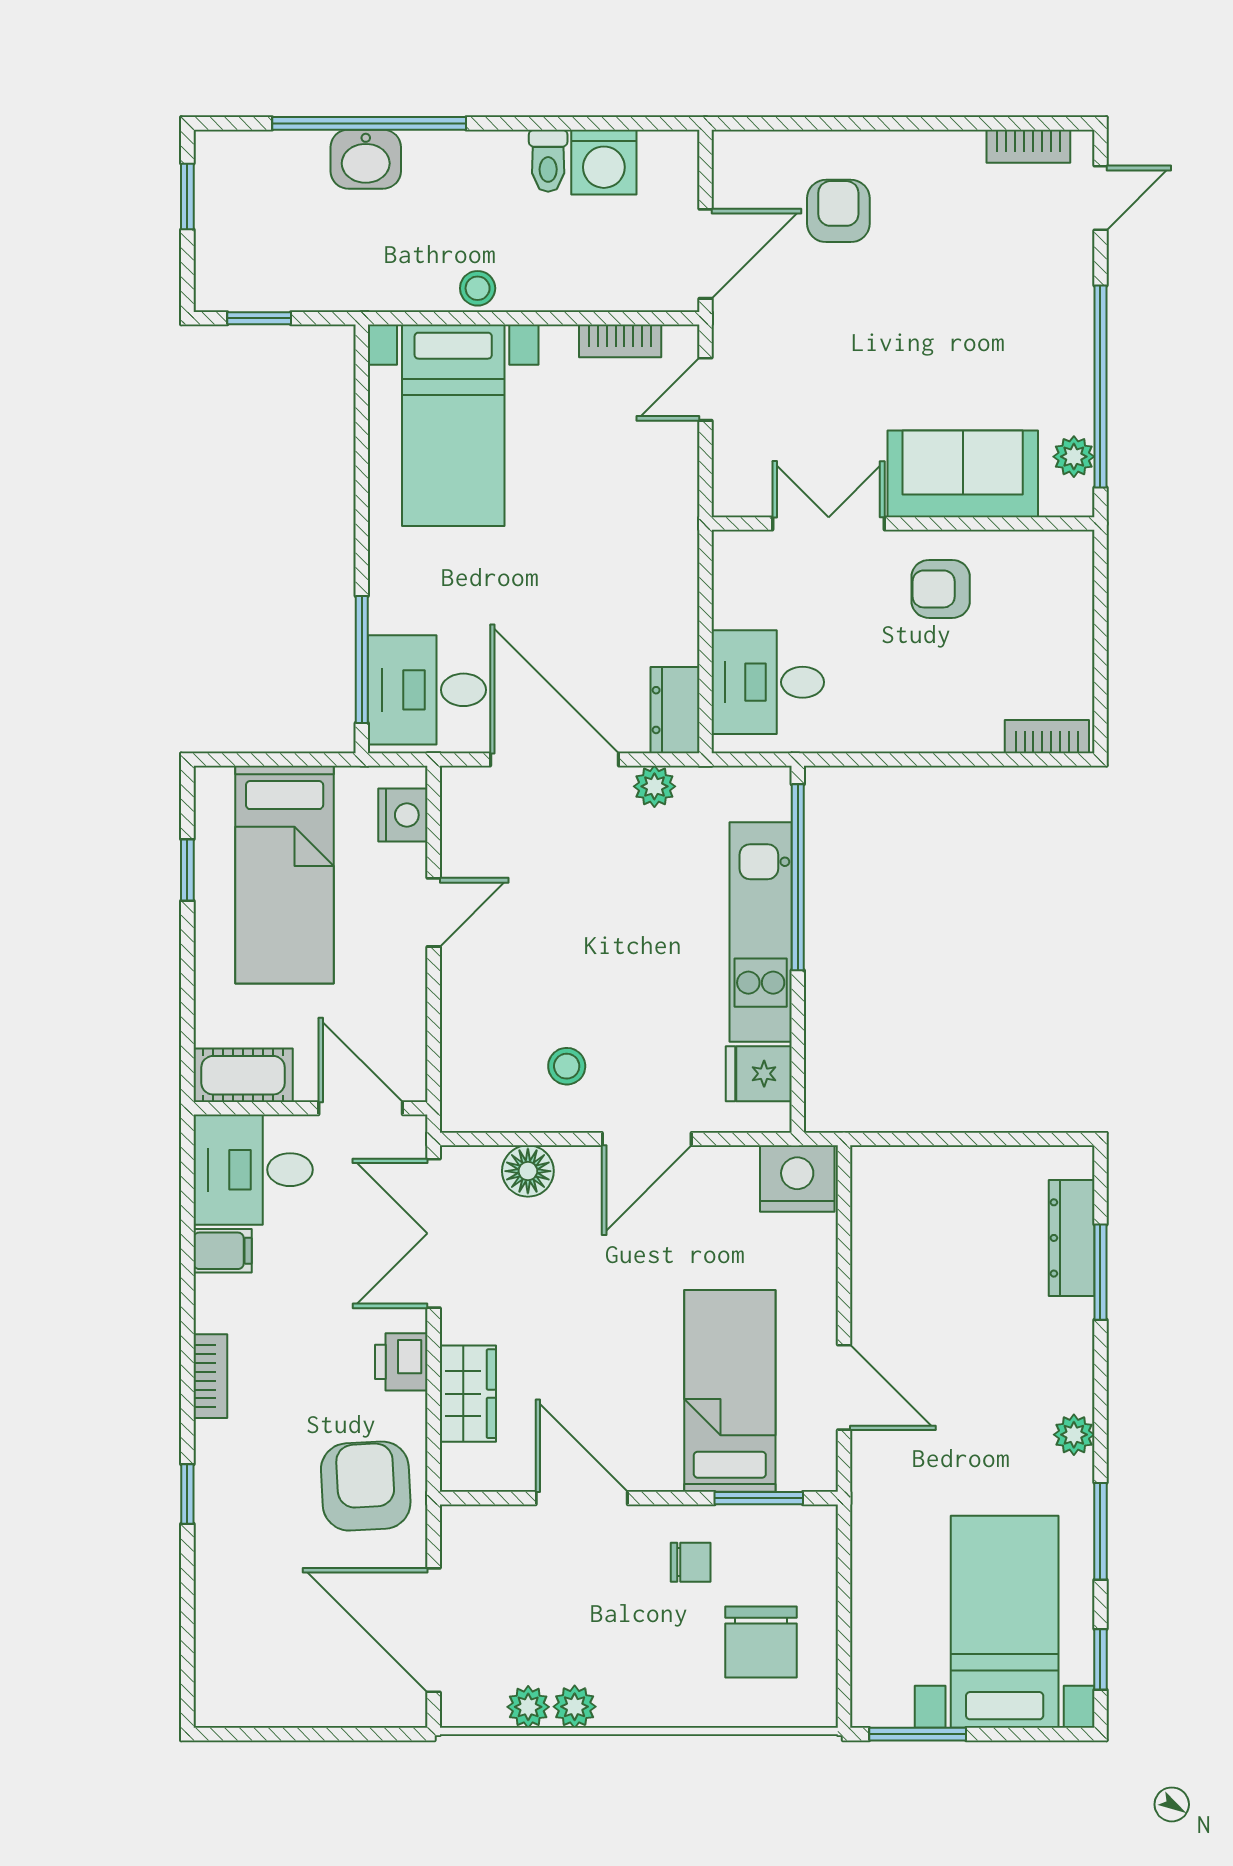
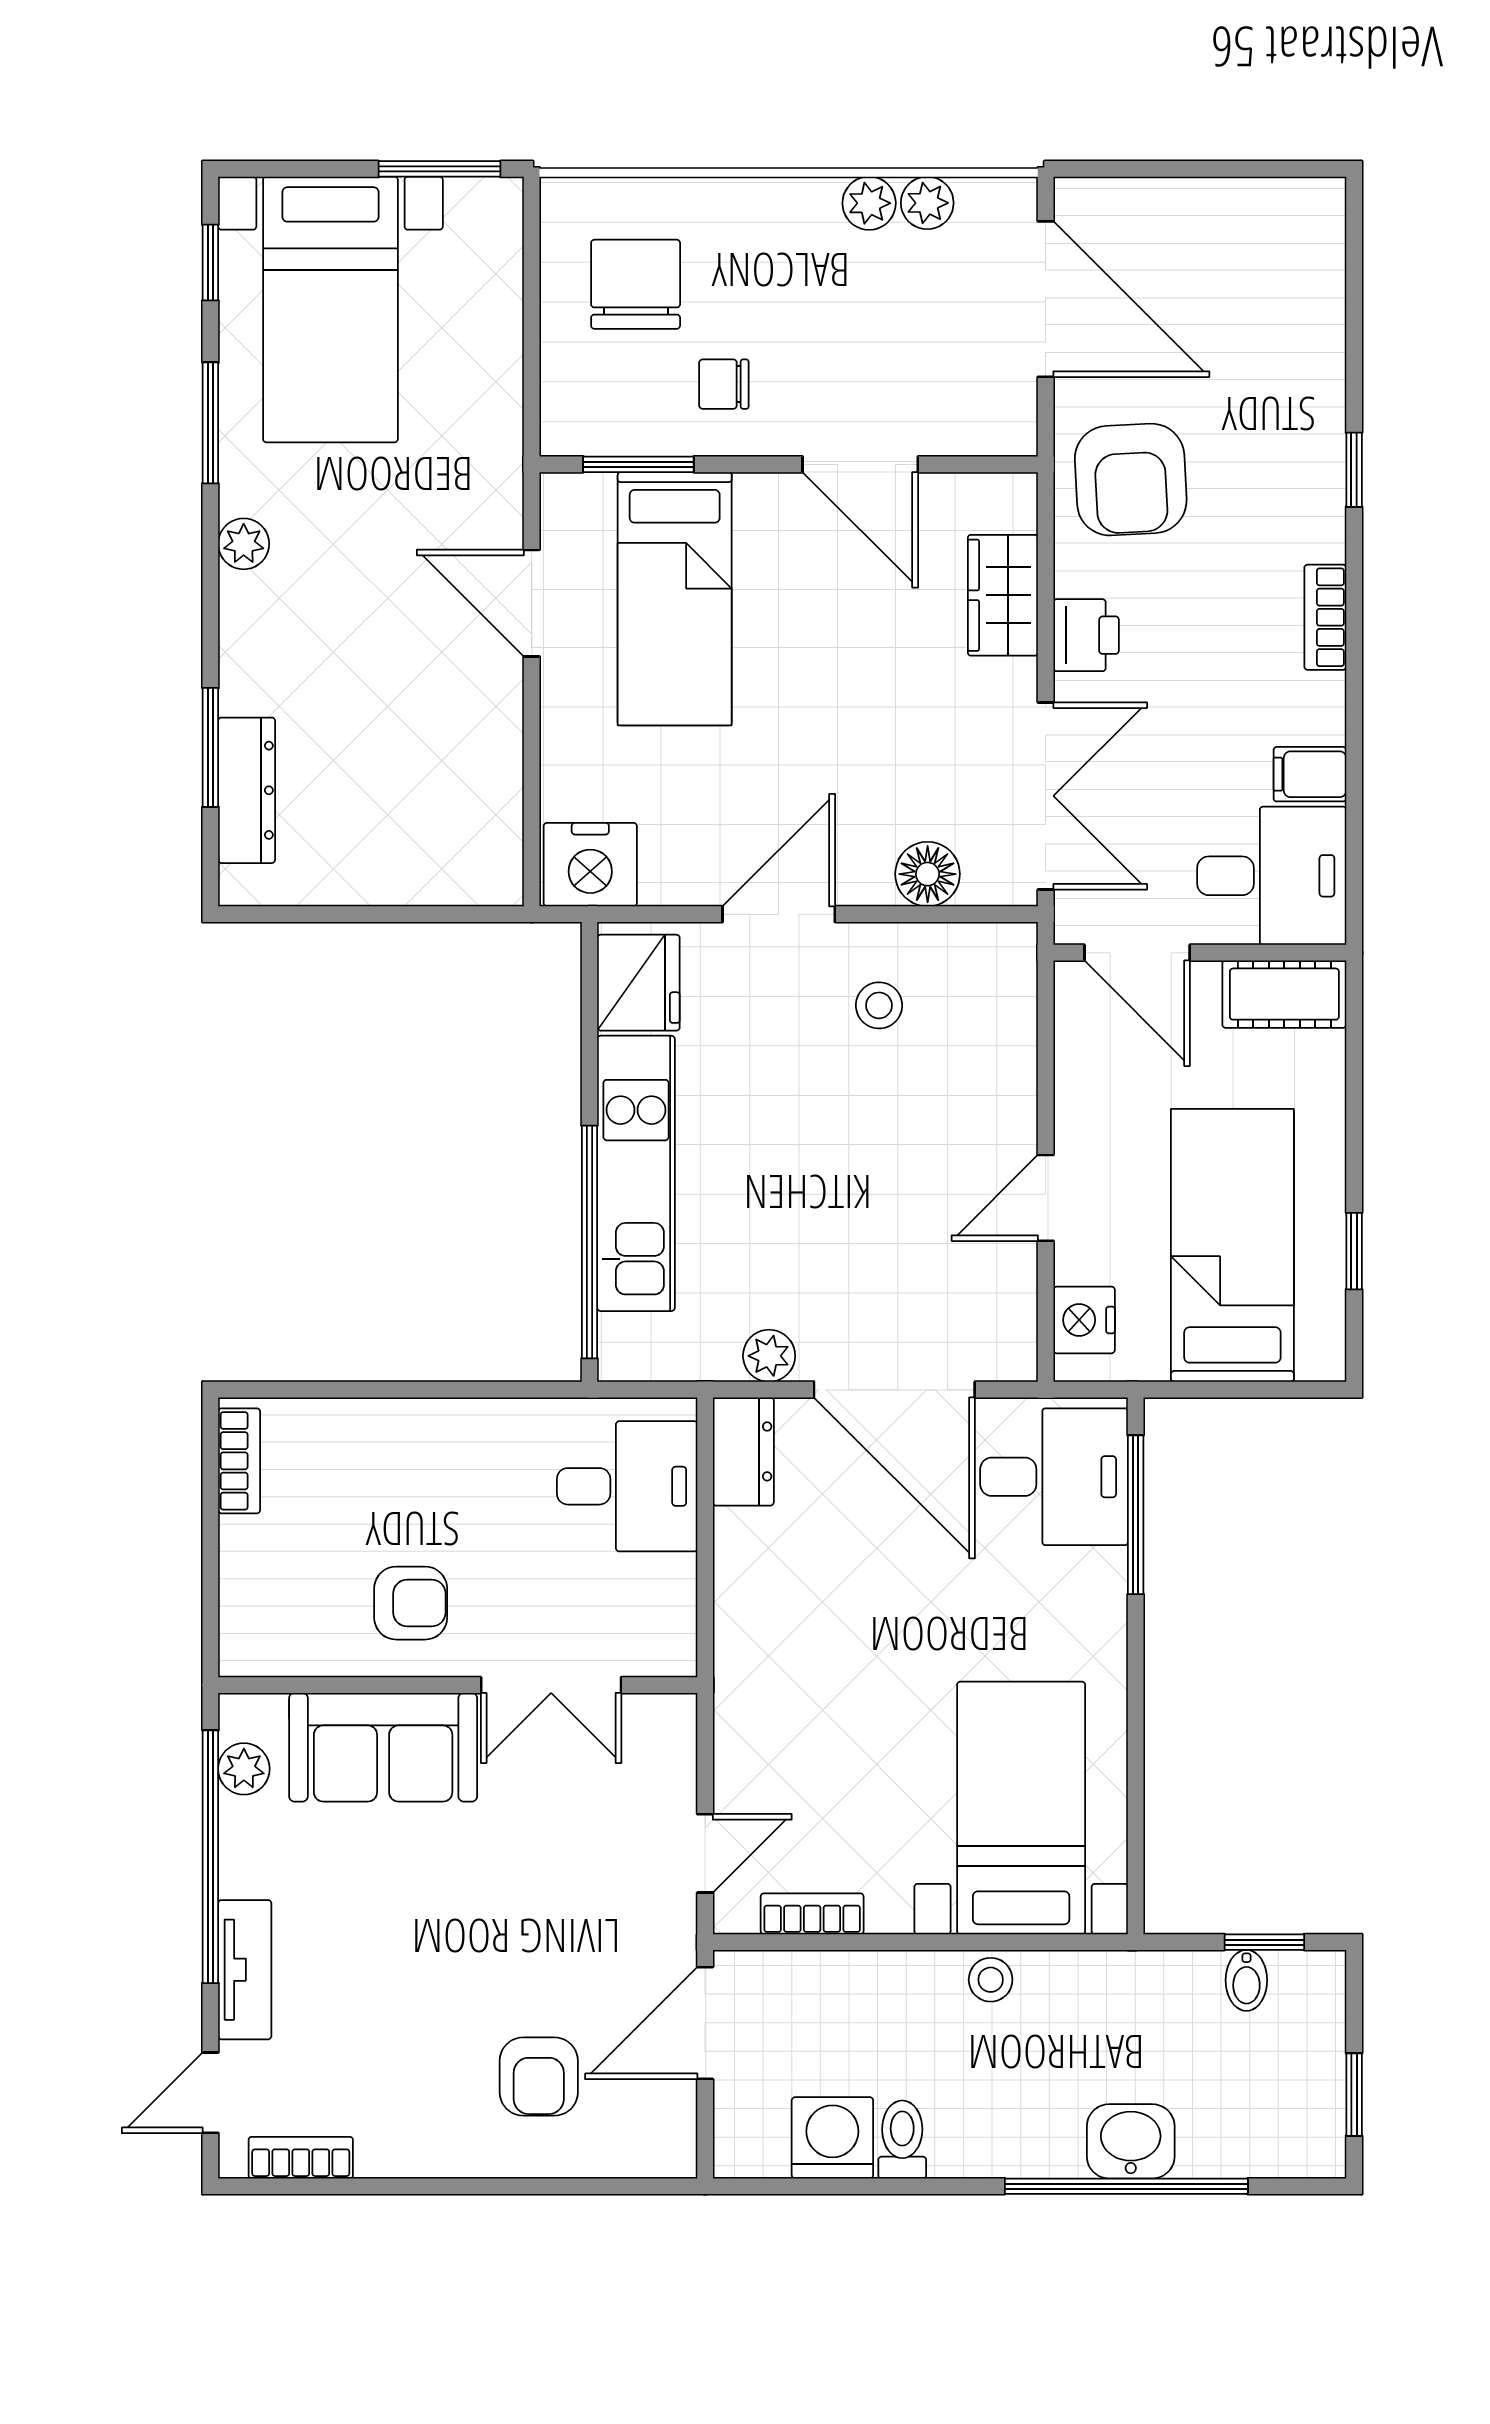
bidet: (273, 288) -> (1246, 1980), added
tv unit: (1073, 296) -> (245, 1970), added
bookcase: (1047, 737) -> (239, 1461), moved, turned -90
fridge: (759, 1074) -> (638, 983), width x1.38

